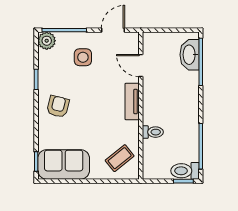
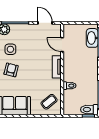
door: (113, 30) -> (45, 23), hinge flipped
side table: (83, 57) -> (10, 49), moved

